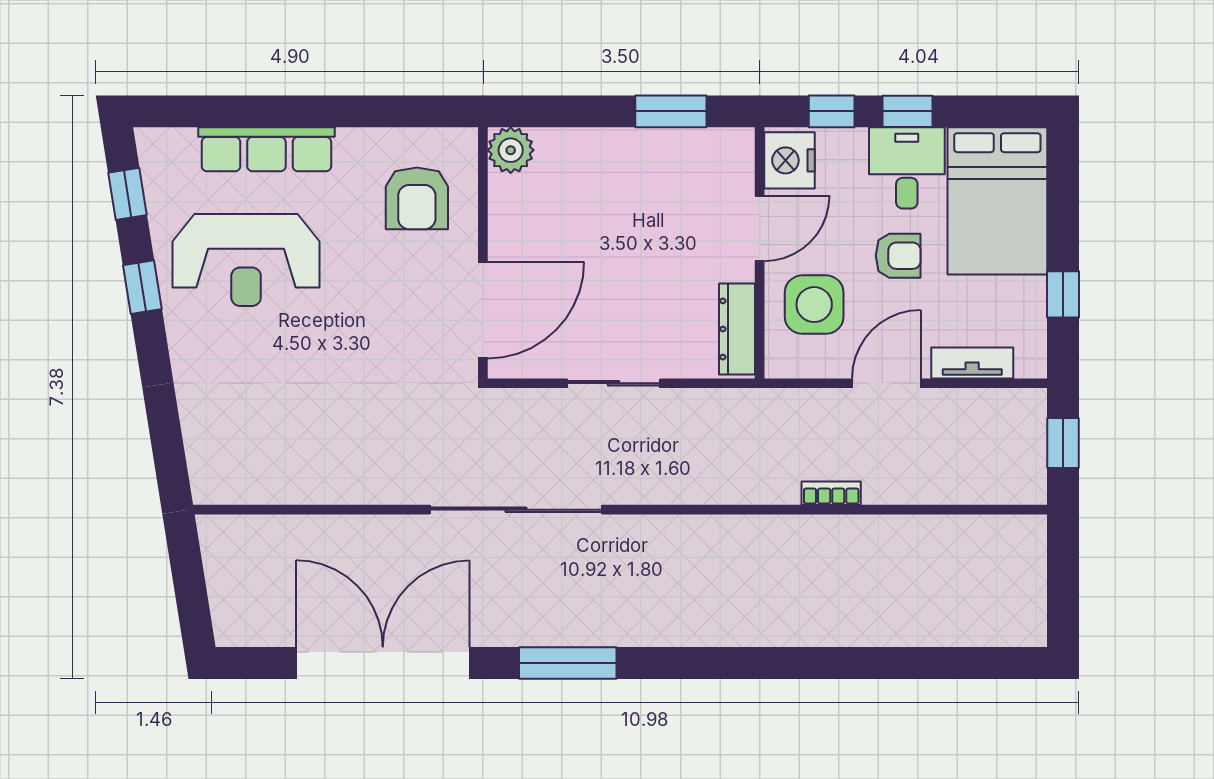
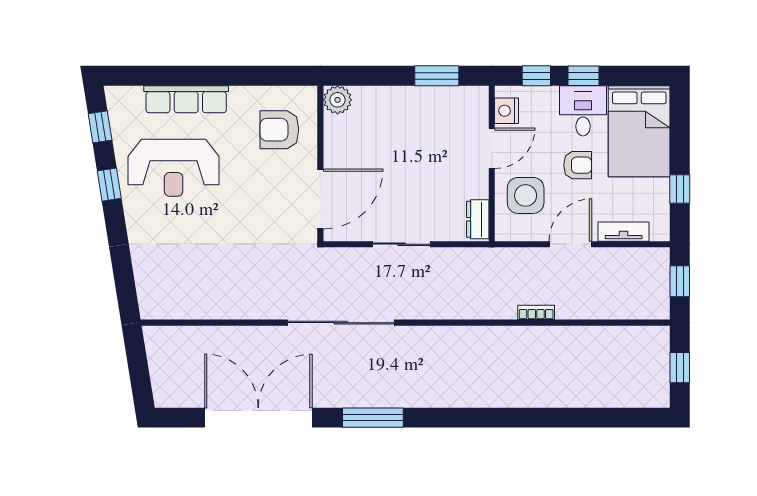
nightstand: (790, 160) -> (506, 111), width x0.74, depth x0.75
armchair: (417, 198) -> (279, 130), turned 90
dresser: (737, 329) -> (478, 219), width x0.70
window: (1063, 582) -> (680, 368), added

